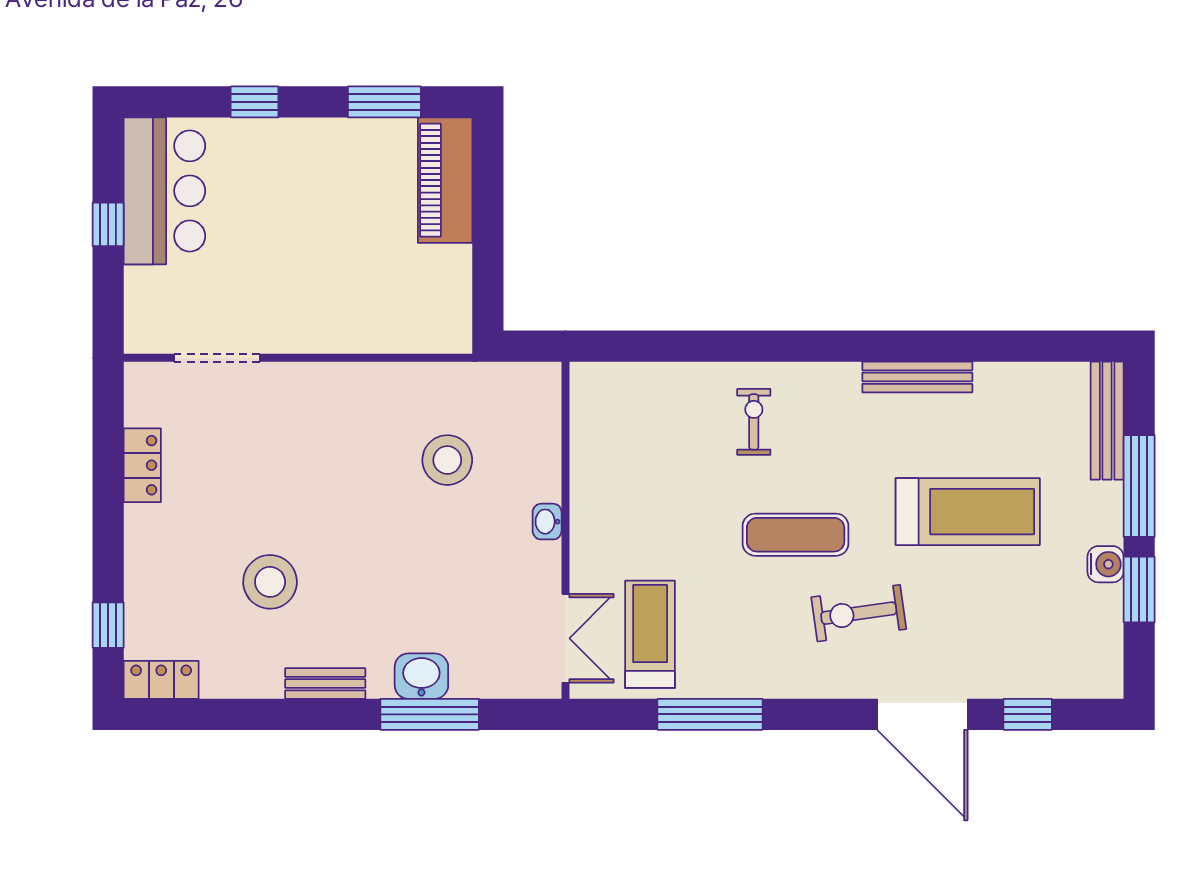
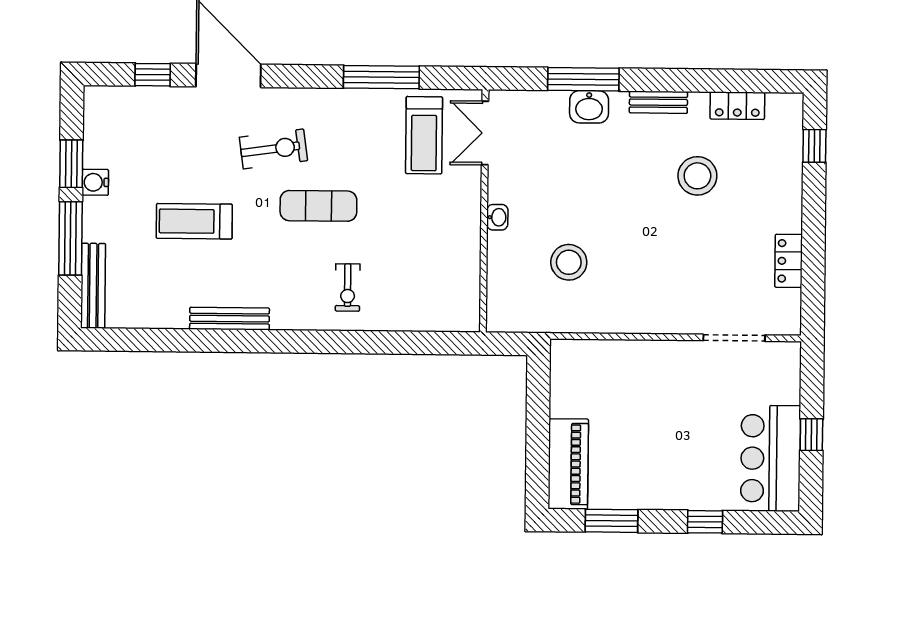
treadmill: (968, 512) -> (194, 221), width x0.73, depth x0.73
locker: (161, 680) -> (737, 106), moved

